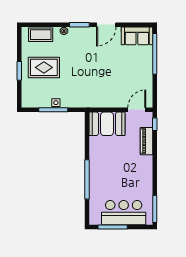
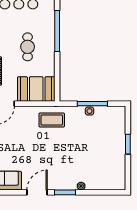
coffee table: (41, 35) -> (52, 120), moved
rug: (44, 67) -> (102, 148), removed
cafe table: (115, 164) -> (28, 47), added

